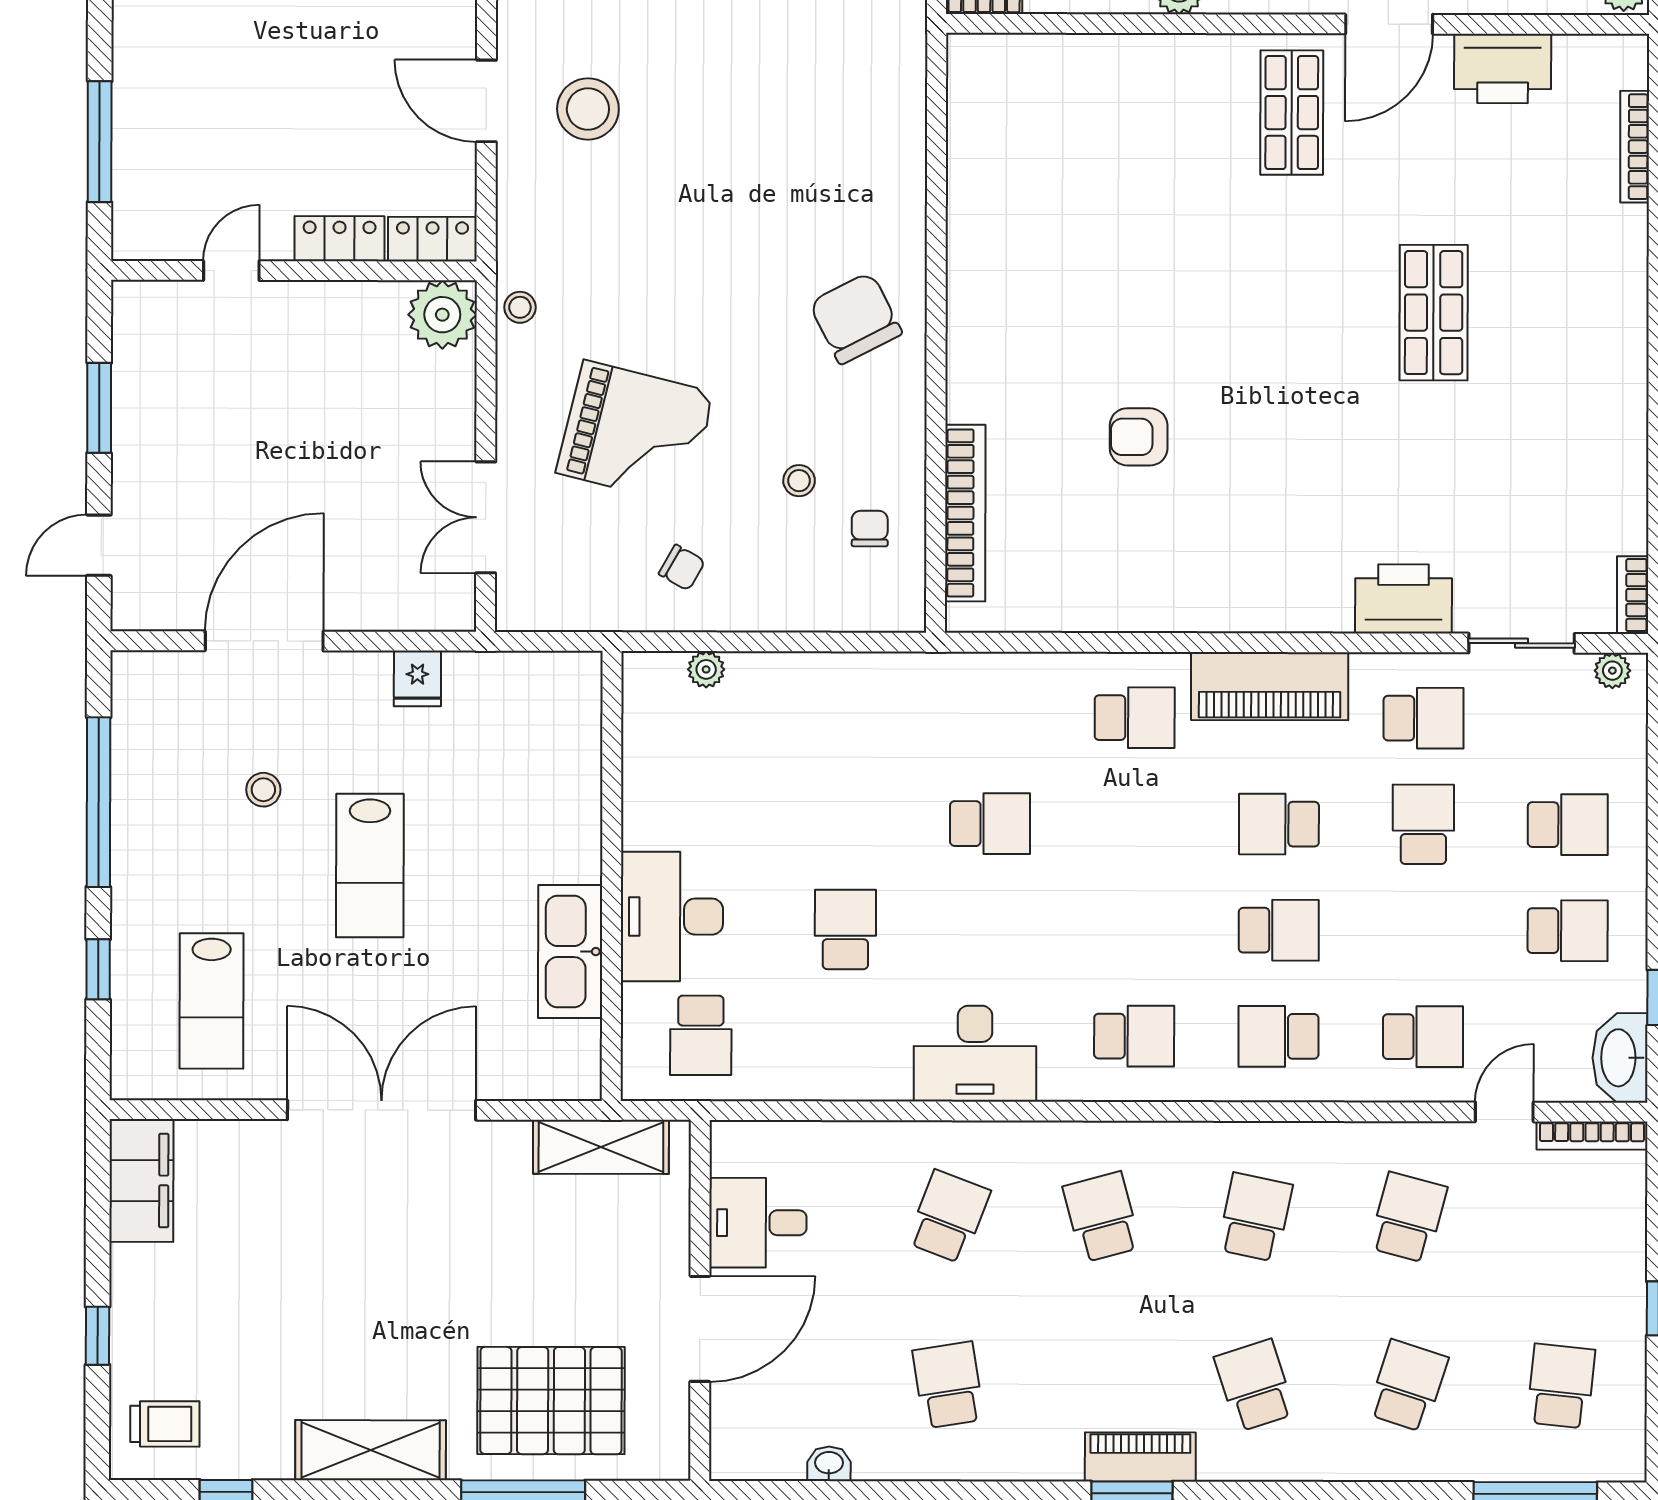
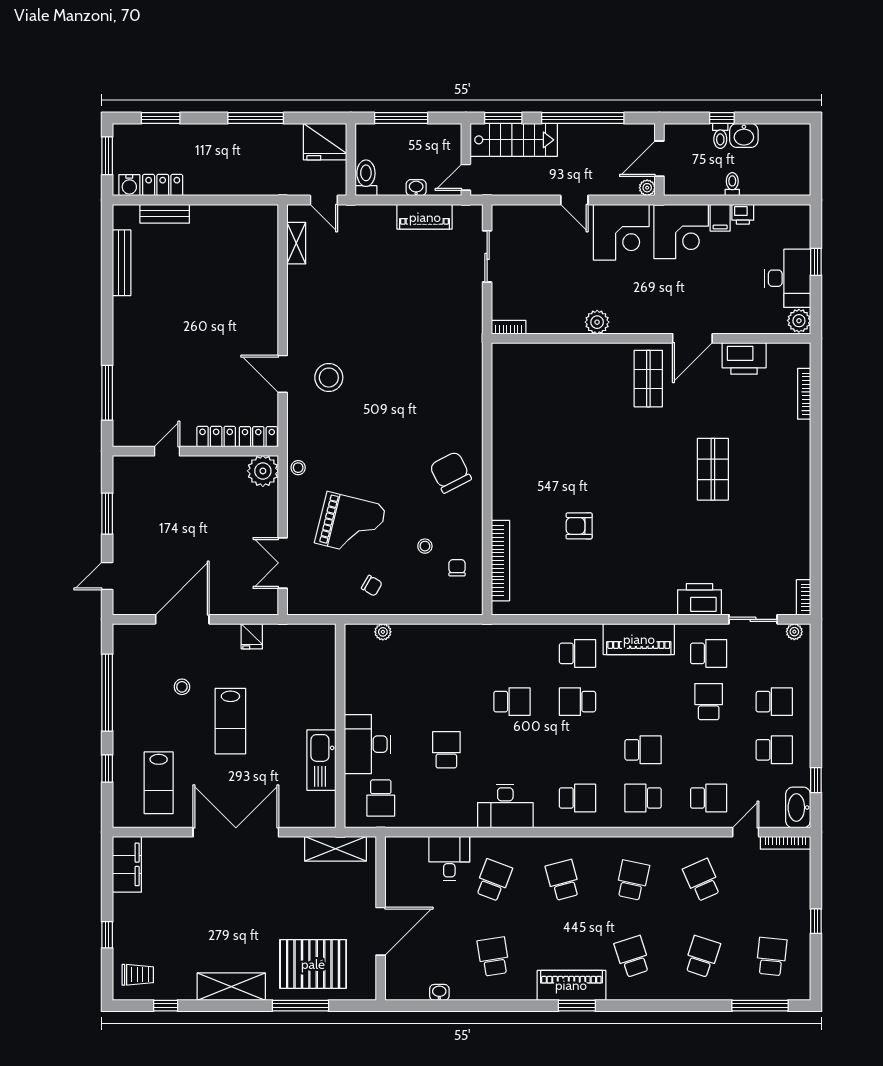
school desk: (1279, 824) -> (577, 702), moved
school desk: (1408, 1217) -> (702, 880), turned -39
desk: (758, 1223) -> (449, 858), moved, turned 90
piano: (1140, 1457) -> (571, 985), width x1.37, depth x1.33

